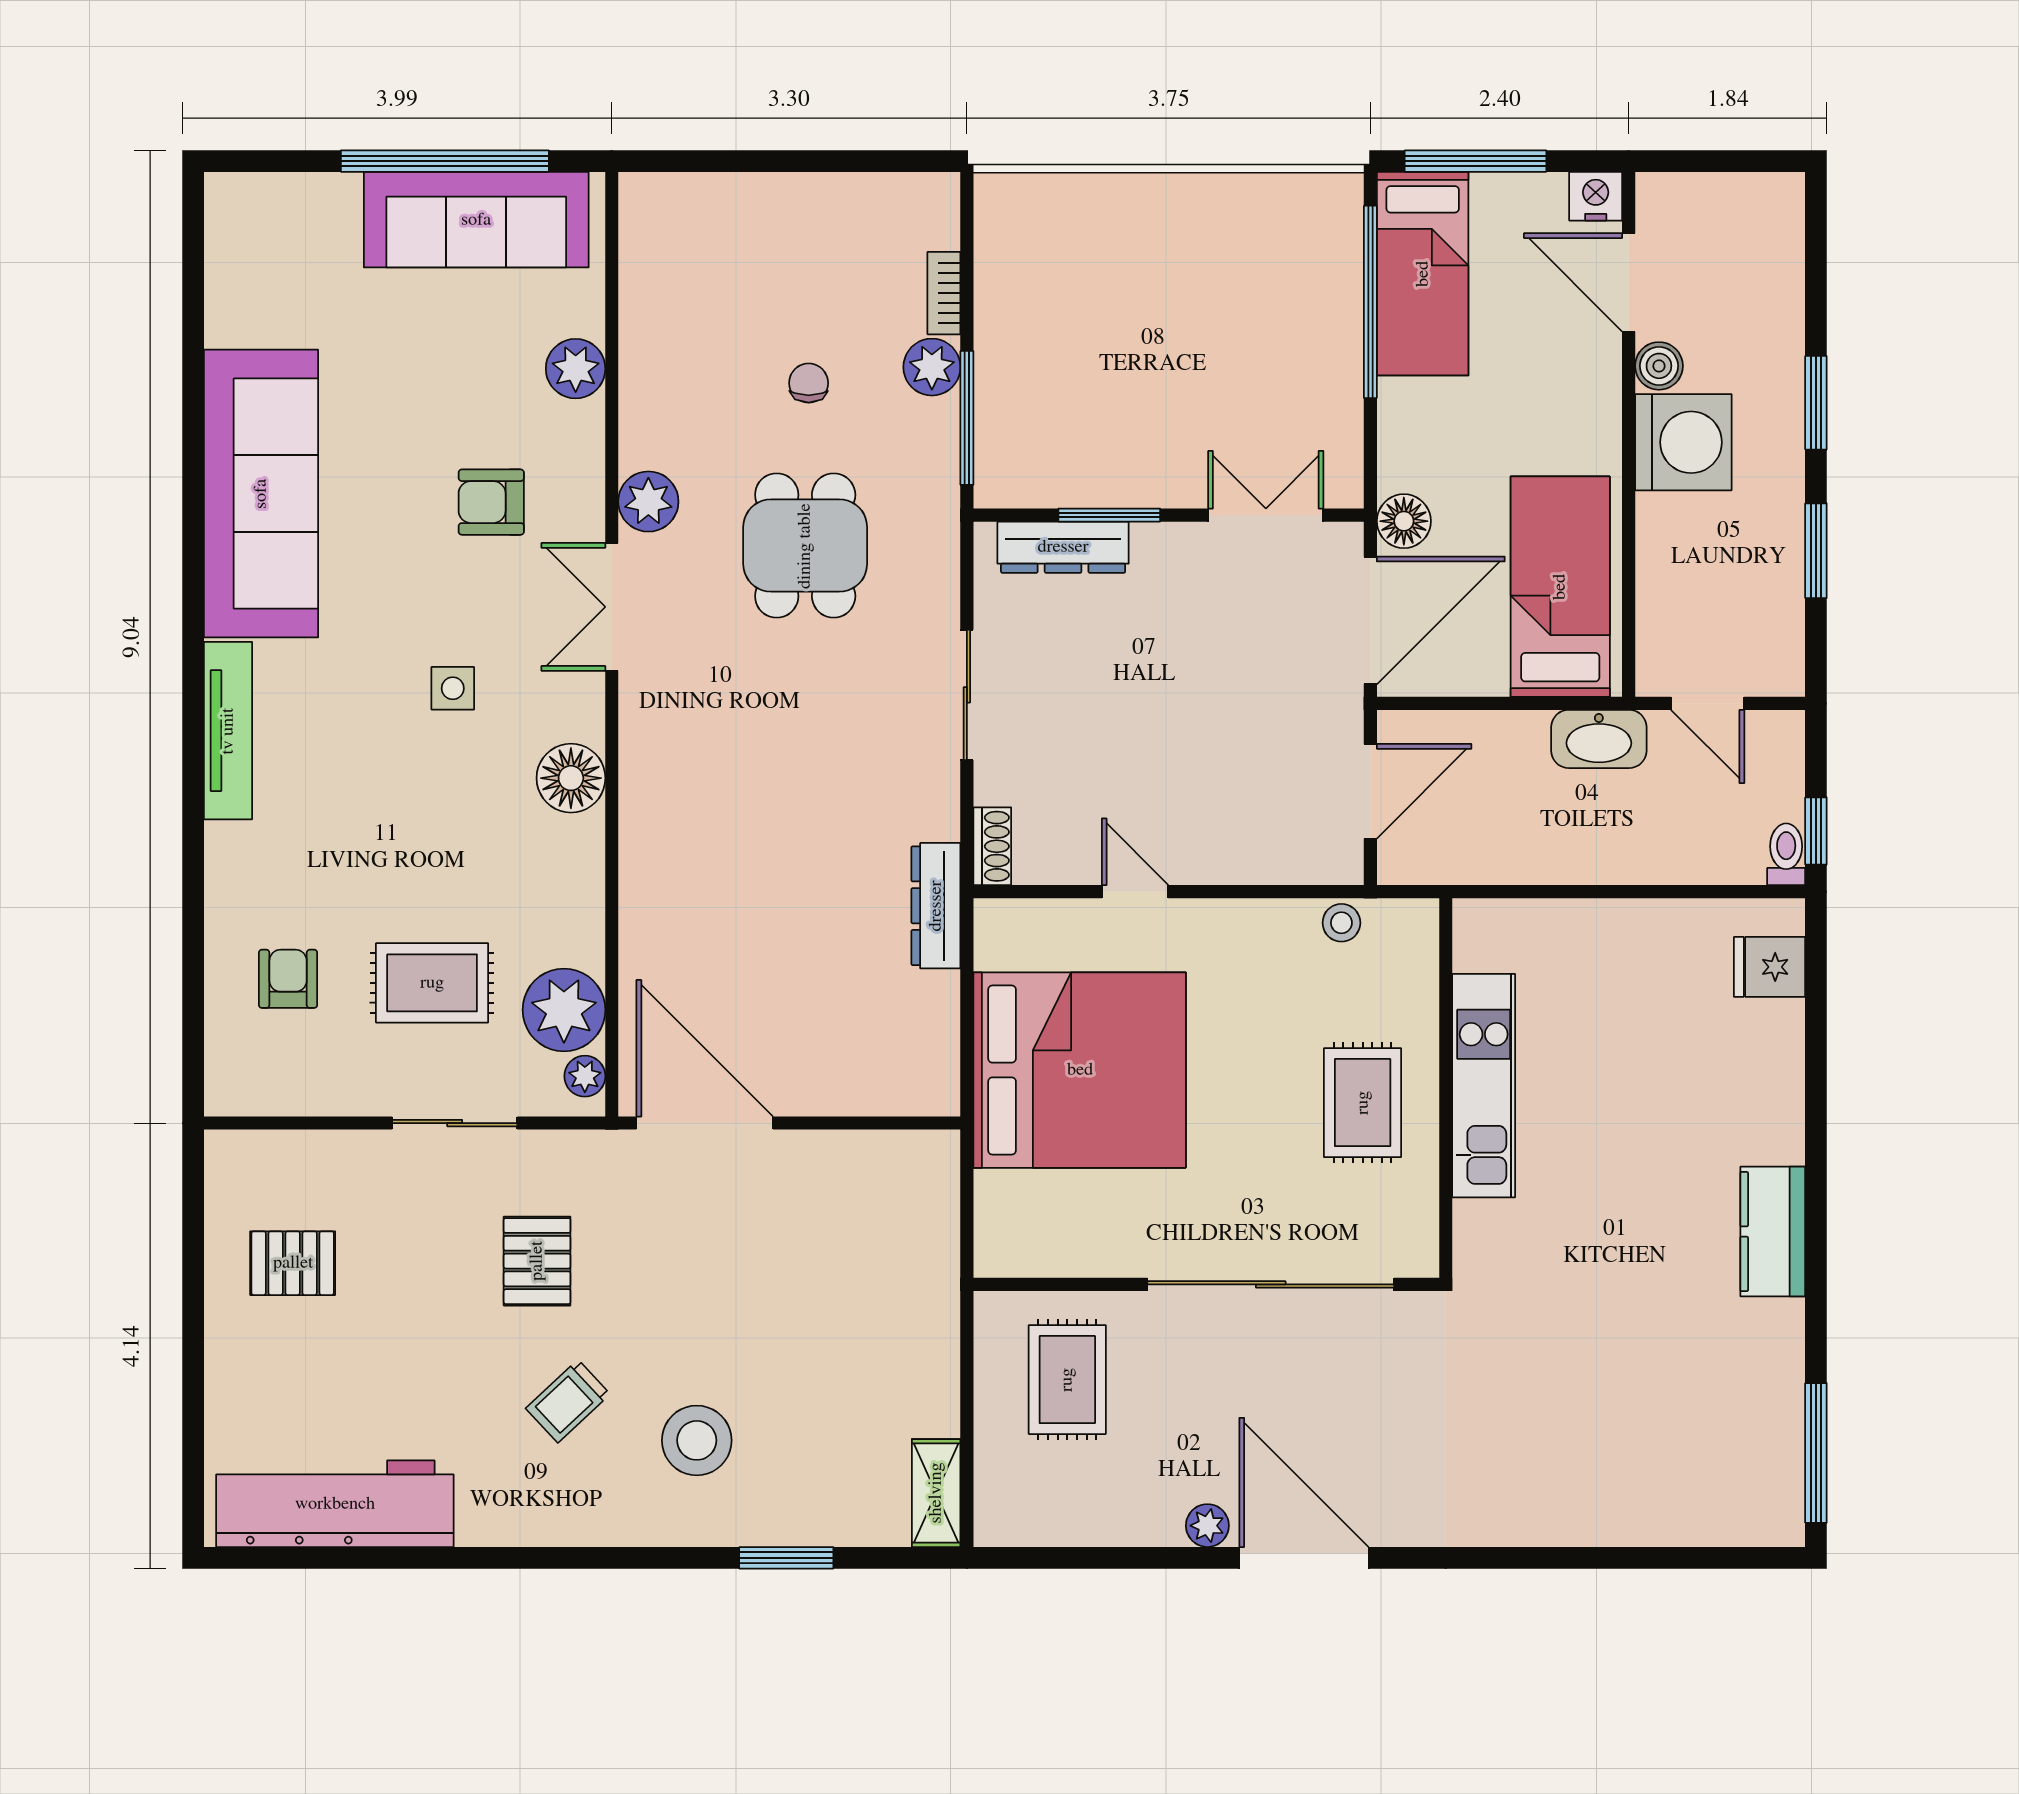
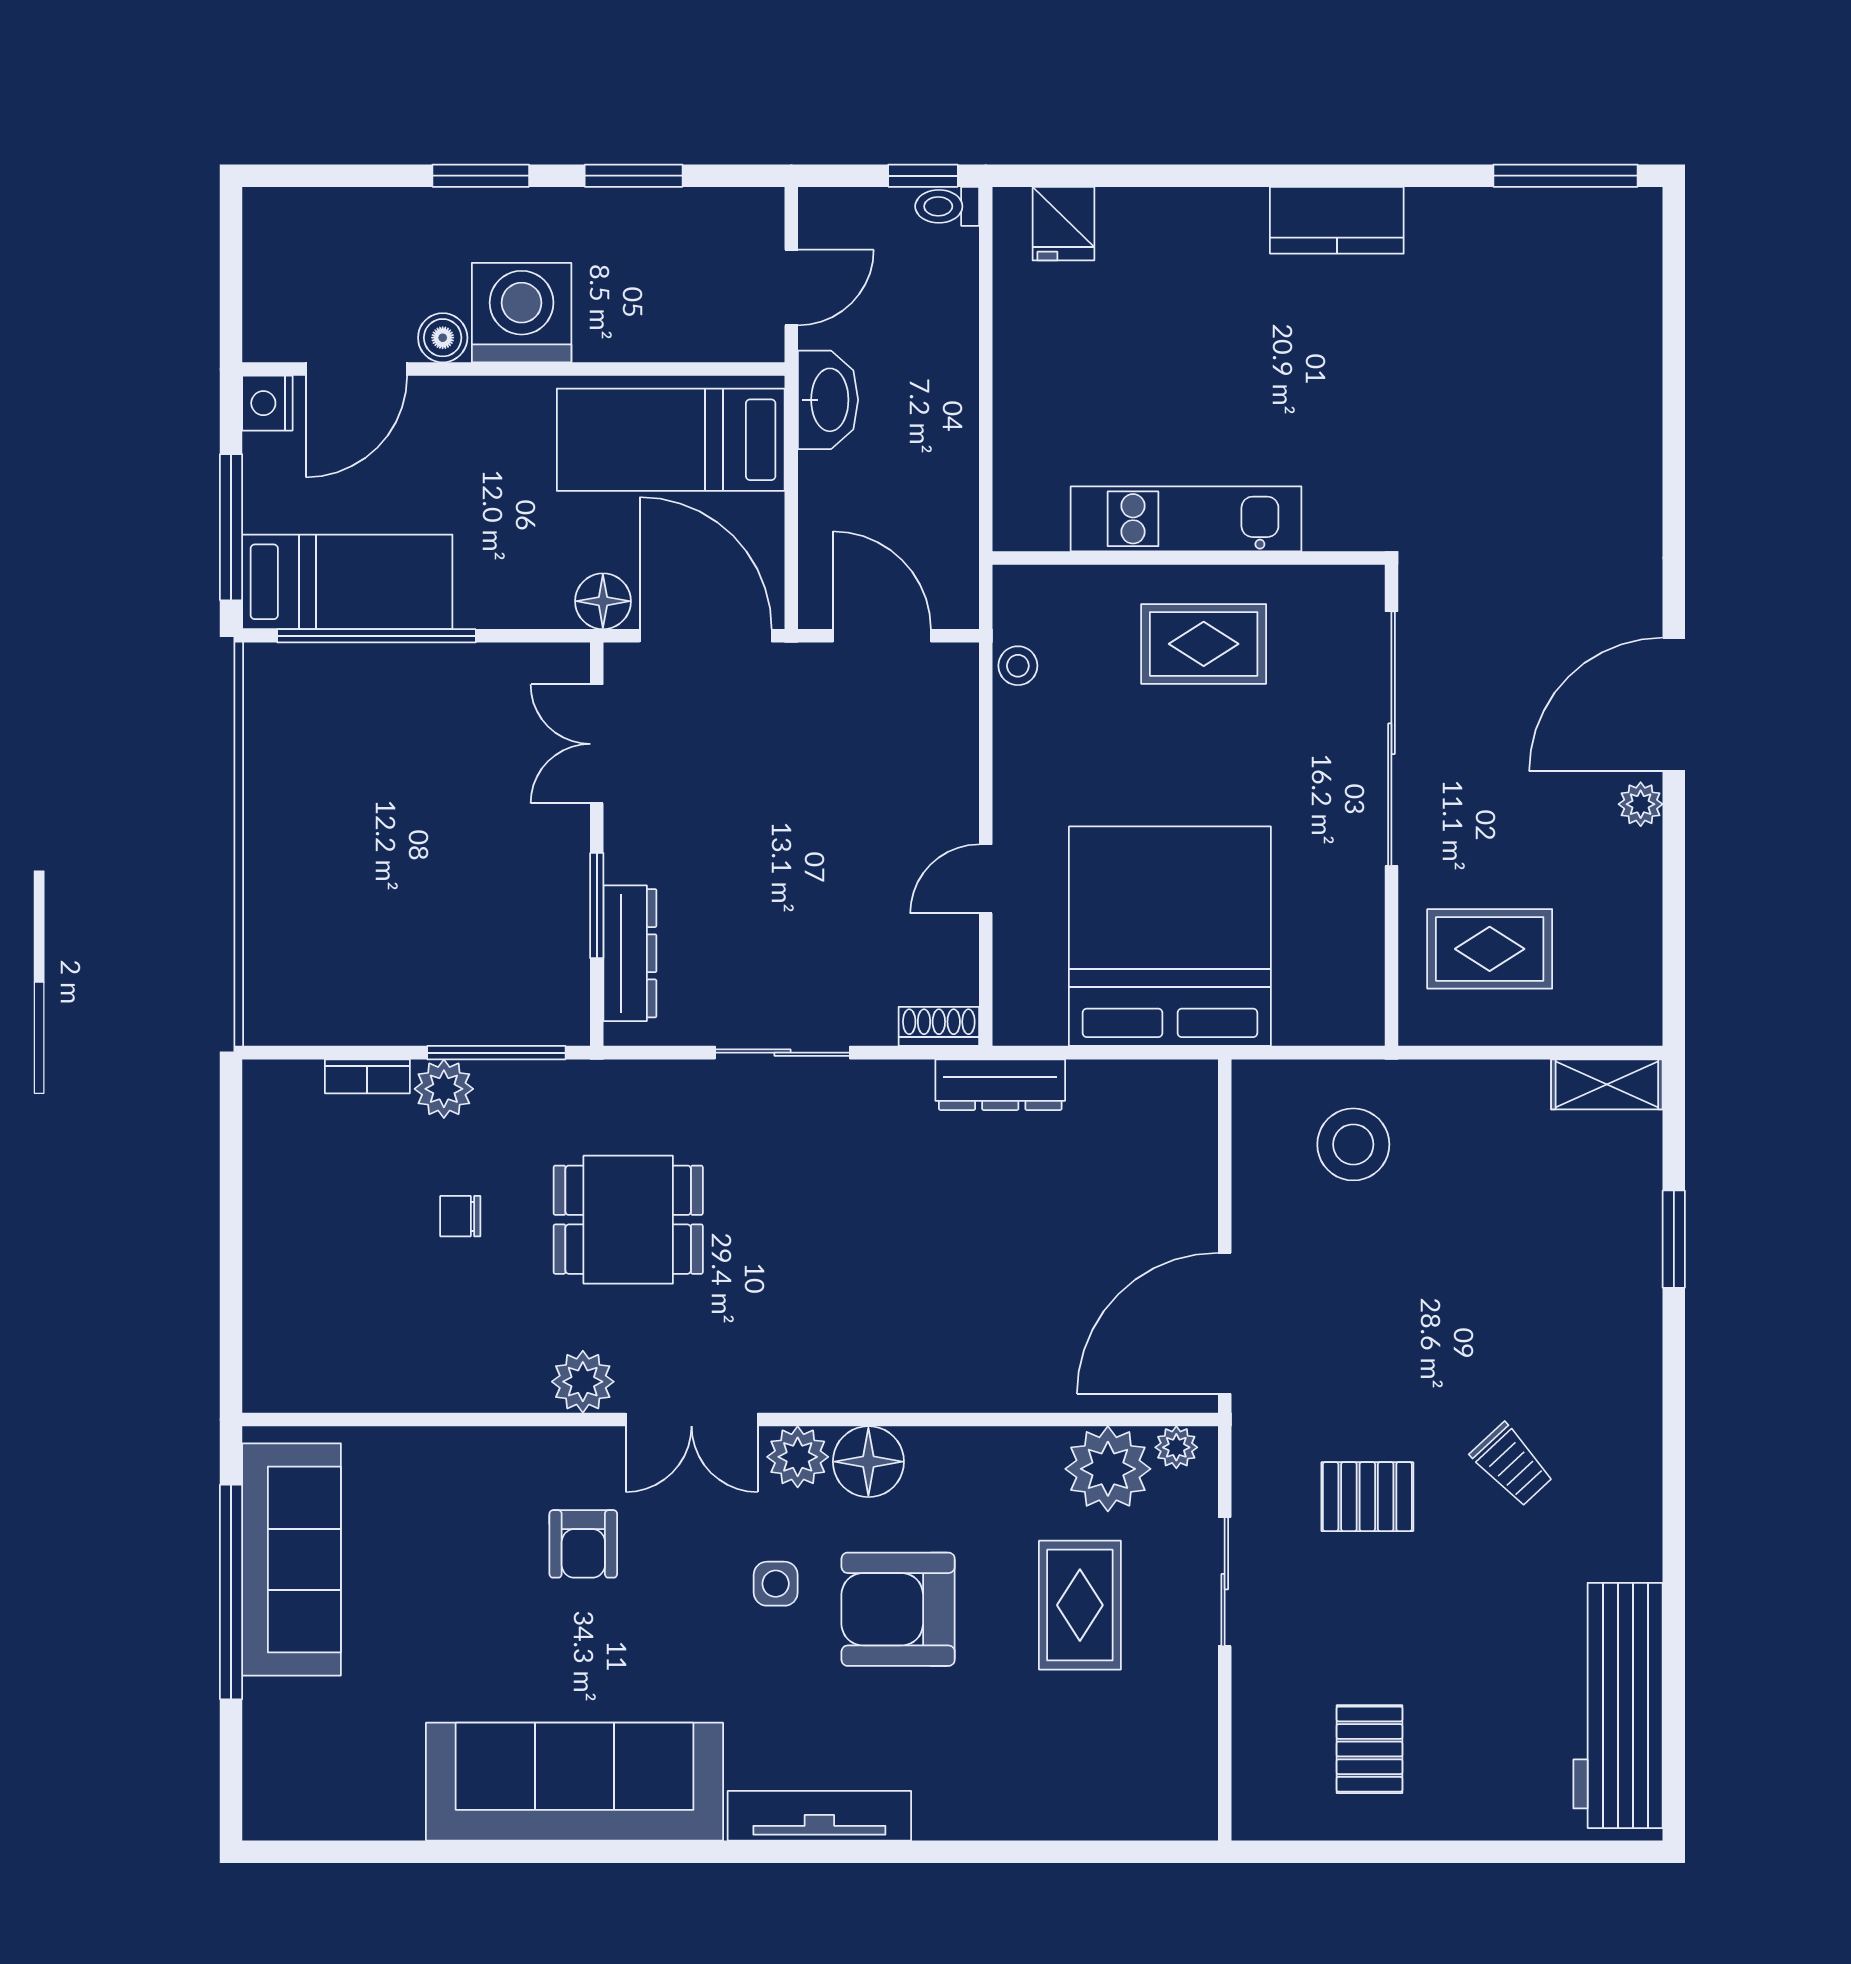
plant: (576, 369) -> (798, 1457), moved
armchair: (288, 979) -> (898, 1609), moved, width x1.88, depth x1.88
stool: (697, 1440) -> (1353, 1144), moved

